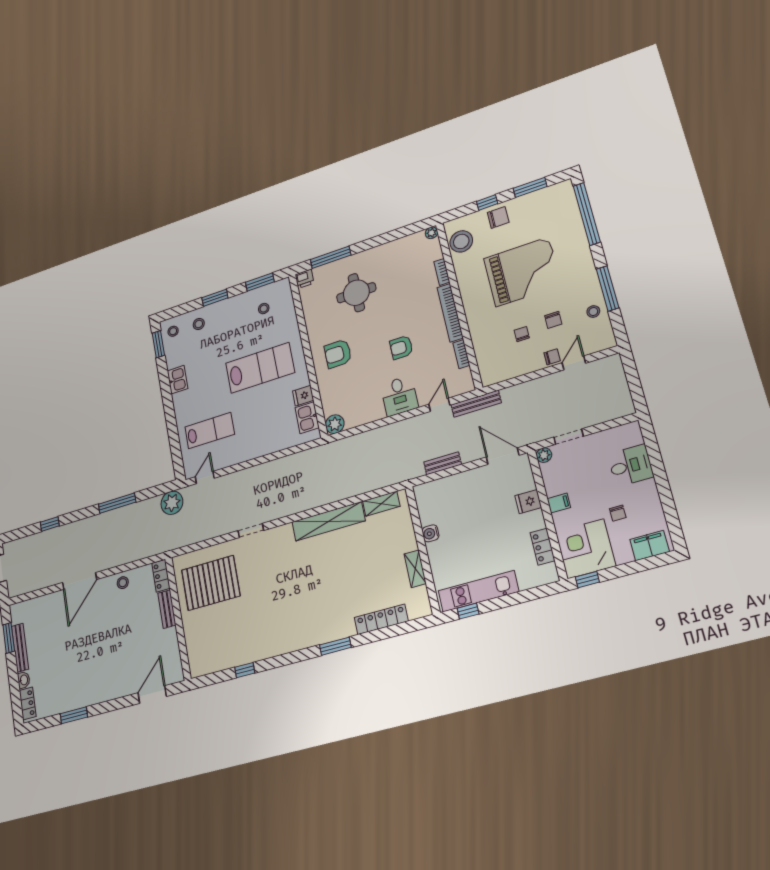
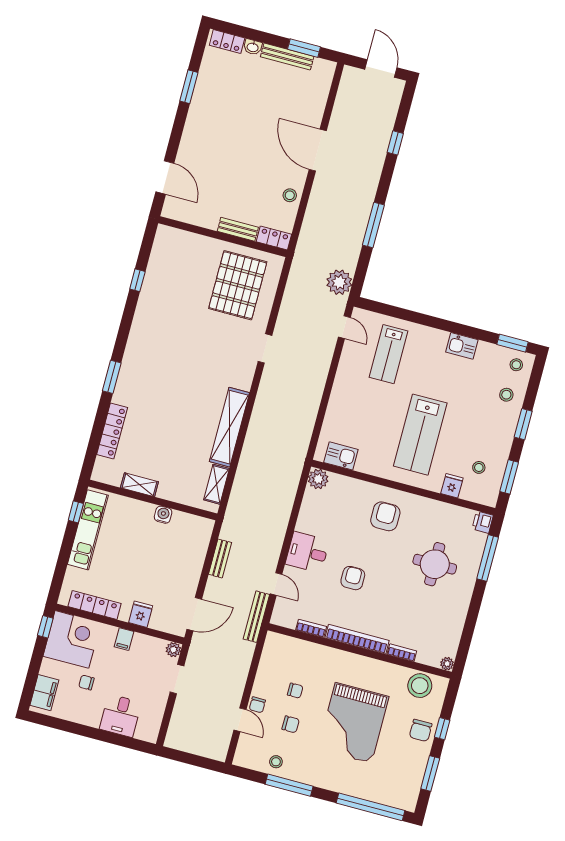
chair: (553, 320) -> (291, 724), turned 180
fridge: (303, 396) -> (452, 486), moved
locker: (542, 547) -> (95, 605), width x1.53

